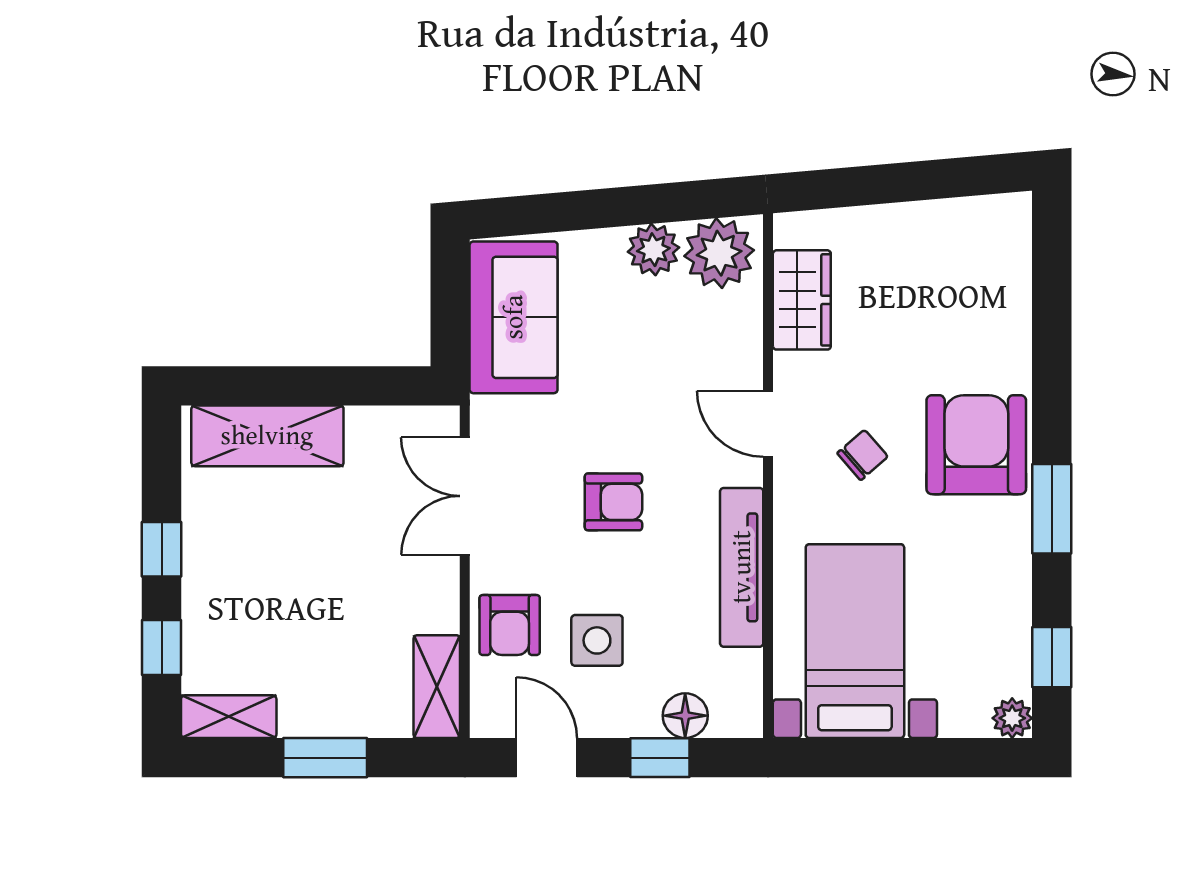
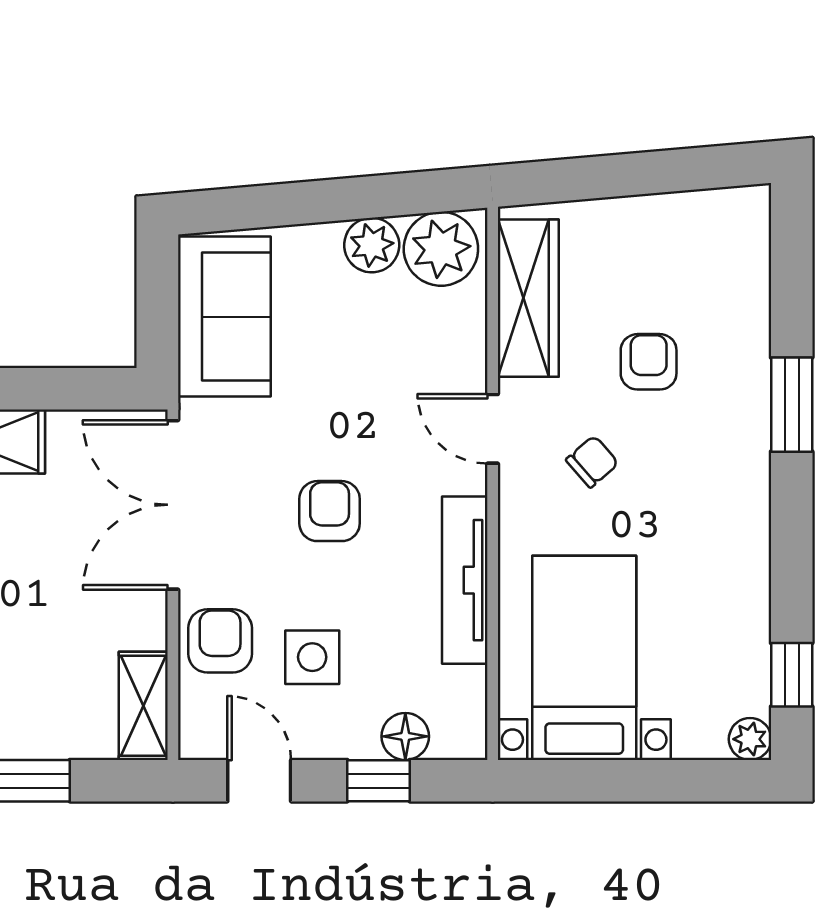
wardrobe: (802, 300) -> (528, 298), width x1.50
armchair: (976, 445) -> (649, 362), moved, width x0.53, depth x0.53
double door: (465, 496) -> (173, 505), width x1.37
armchair: (613, 502) -> (330, 511), turned -90
window: (1052, 509) -> (792, 405), moved
armchair: (510, 625) -> (220, 641), turned 180

